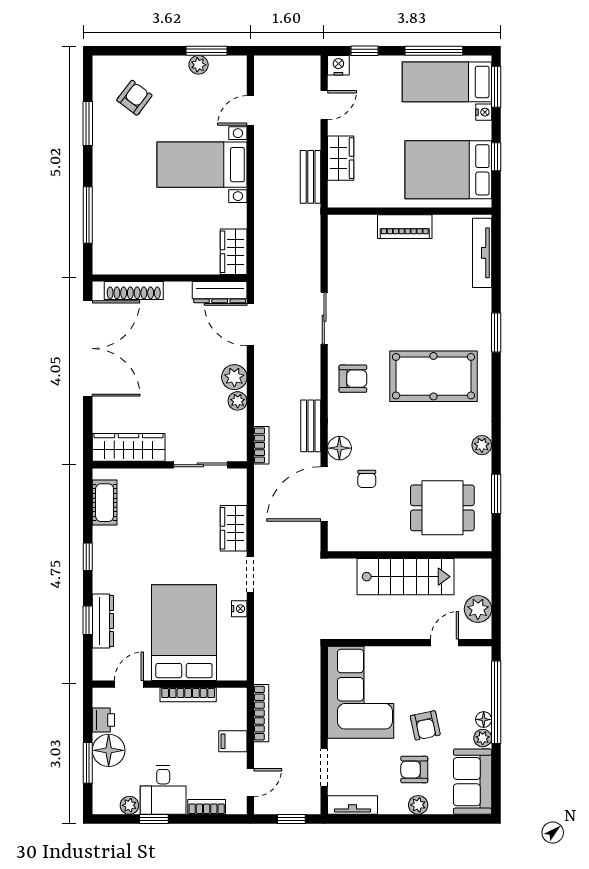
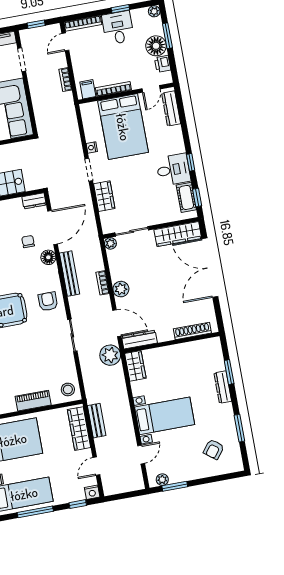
plant: (199, 65) -> (162, 480), moved
wardrobe: (341, 158) -> (79, 429), width x1.50
dresser: (102, 193) -> (223, 387), added
window: (88, 215) -> (229, 372), width x0.69
stool: (347, 234) -> (68, 389), added
plant: (270, 276) -> (110, 355), added
double door: (88, 348) -> (210, 268), moved
armchair: (353, 379) -> (48, 301), turned 90
plant: (238, 401) -> (110, 243), moved
bench: (311, 426) -> (69, 274), width x1.36
bookcase: (261, 445) -> (103, 283), moved
dresser: (346, 541) -> (34, 201), added
desk: (117, 550) -> (173, 170), added
window: (88, 620) -> (197, 198), moved
dresser: (103, 621) -> (171, 109), moved
bookcase: (261, 713) -> (65, 80), width x0.64
filing cabinet: (233, 741) -> (88, 89), moved, turned -90
plant: (129, 805) -> (154, 11), moved
bookcase: (207, 807) -> (83, 23), width x1.56

